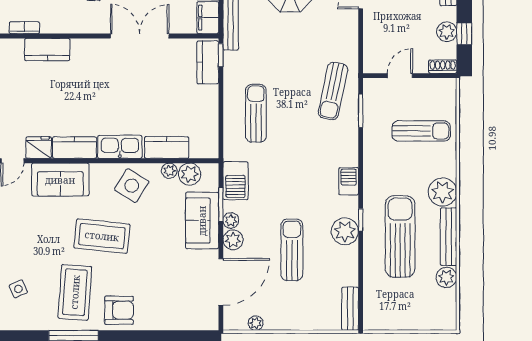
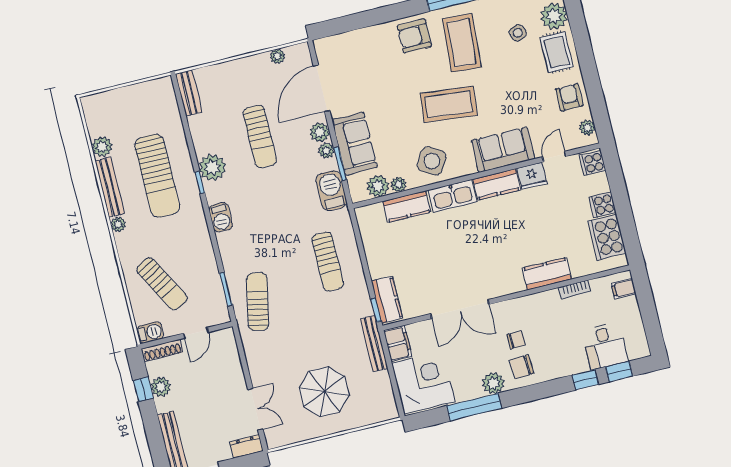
shoe rack: (443, 67) -> (162, 350), width x1.43
barbecue: (444, 87) -> (150, 332), added
sun lounger: (421, 131) -> (162, 284), turned -119
plant: (443, 192) -> (118, 224), width x0.53, depth x0.53

